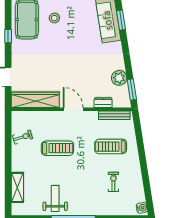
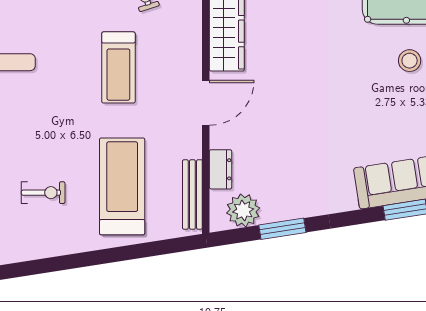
plant: (119, 78) -> (243, 210), moved
window: (132, 89) -> (282, 229), moved
treadmill: (111, 147) -> (122, 186), width x1.37, depth x1.38

